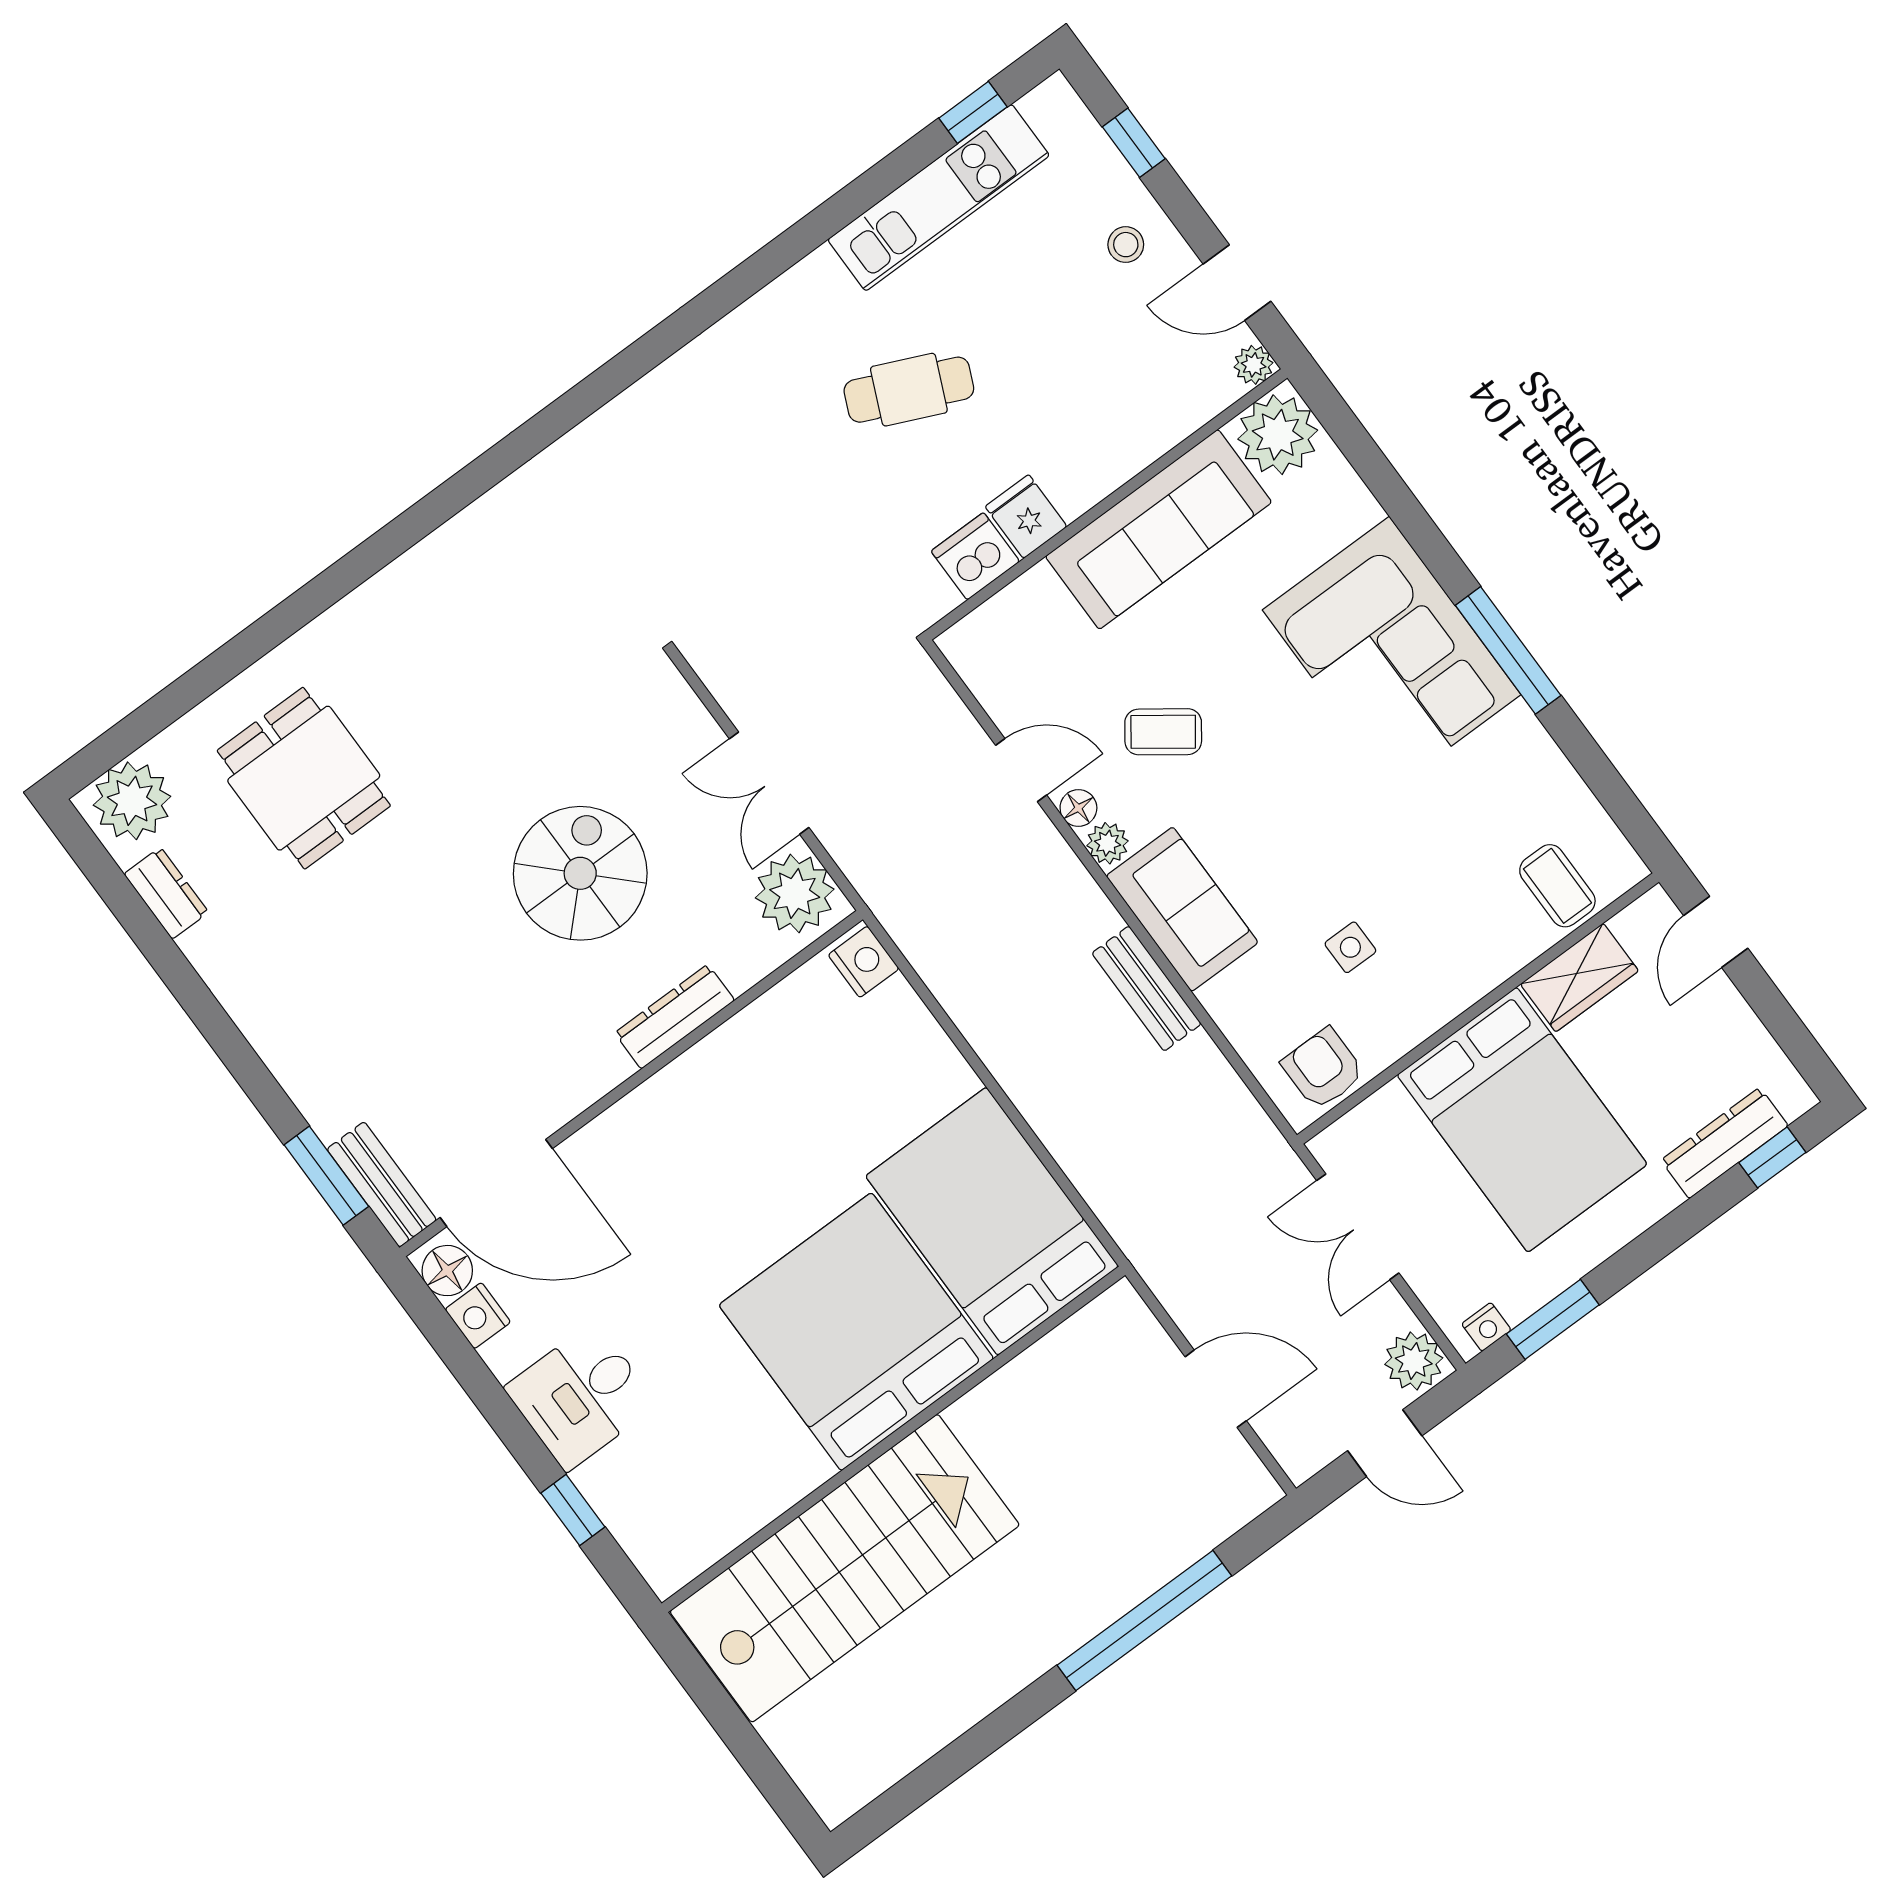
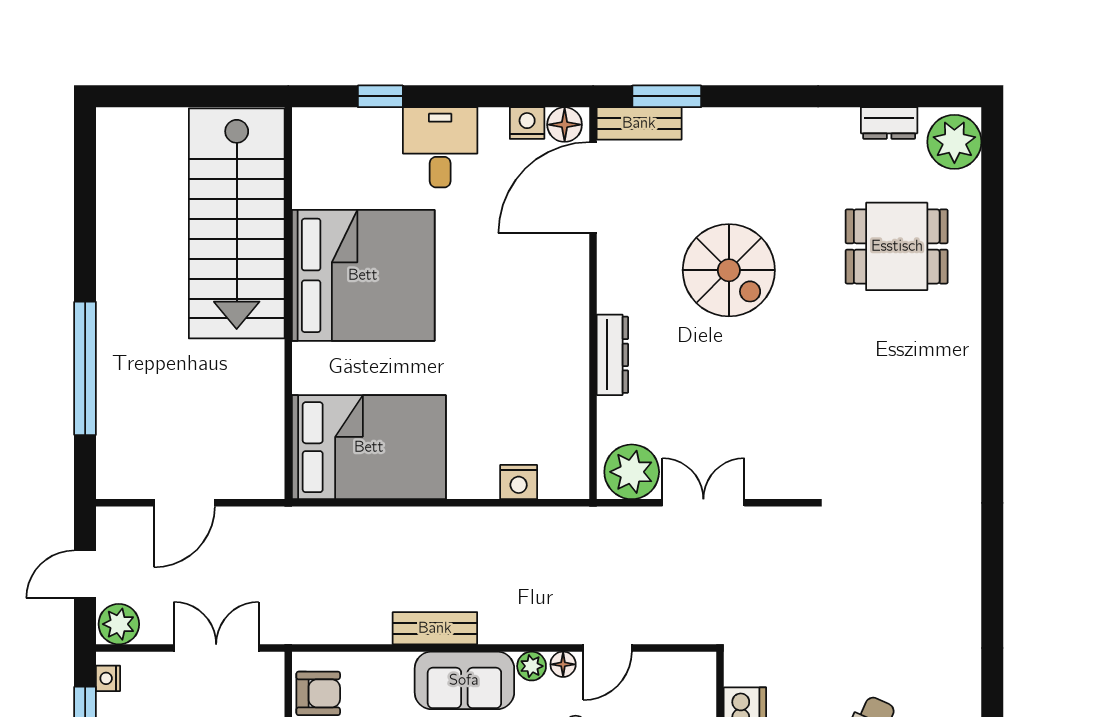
spiral stairs: (580, 873) -> (729, 270), moved
nightstand: (864, 962) -> (519, 482), moved
bed: (856, 1332) -> (363, 275), moved

